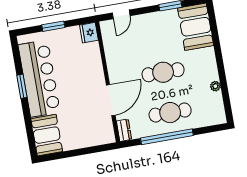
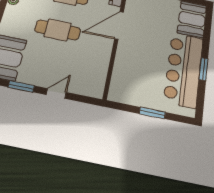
door: (121, 14) -> (56, 93), moved
fridge: (89, 33) -> (117, 93), removed

